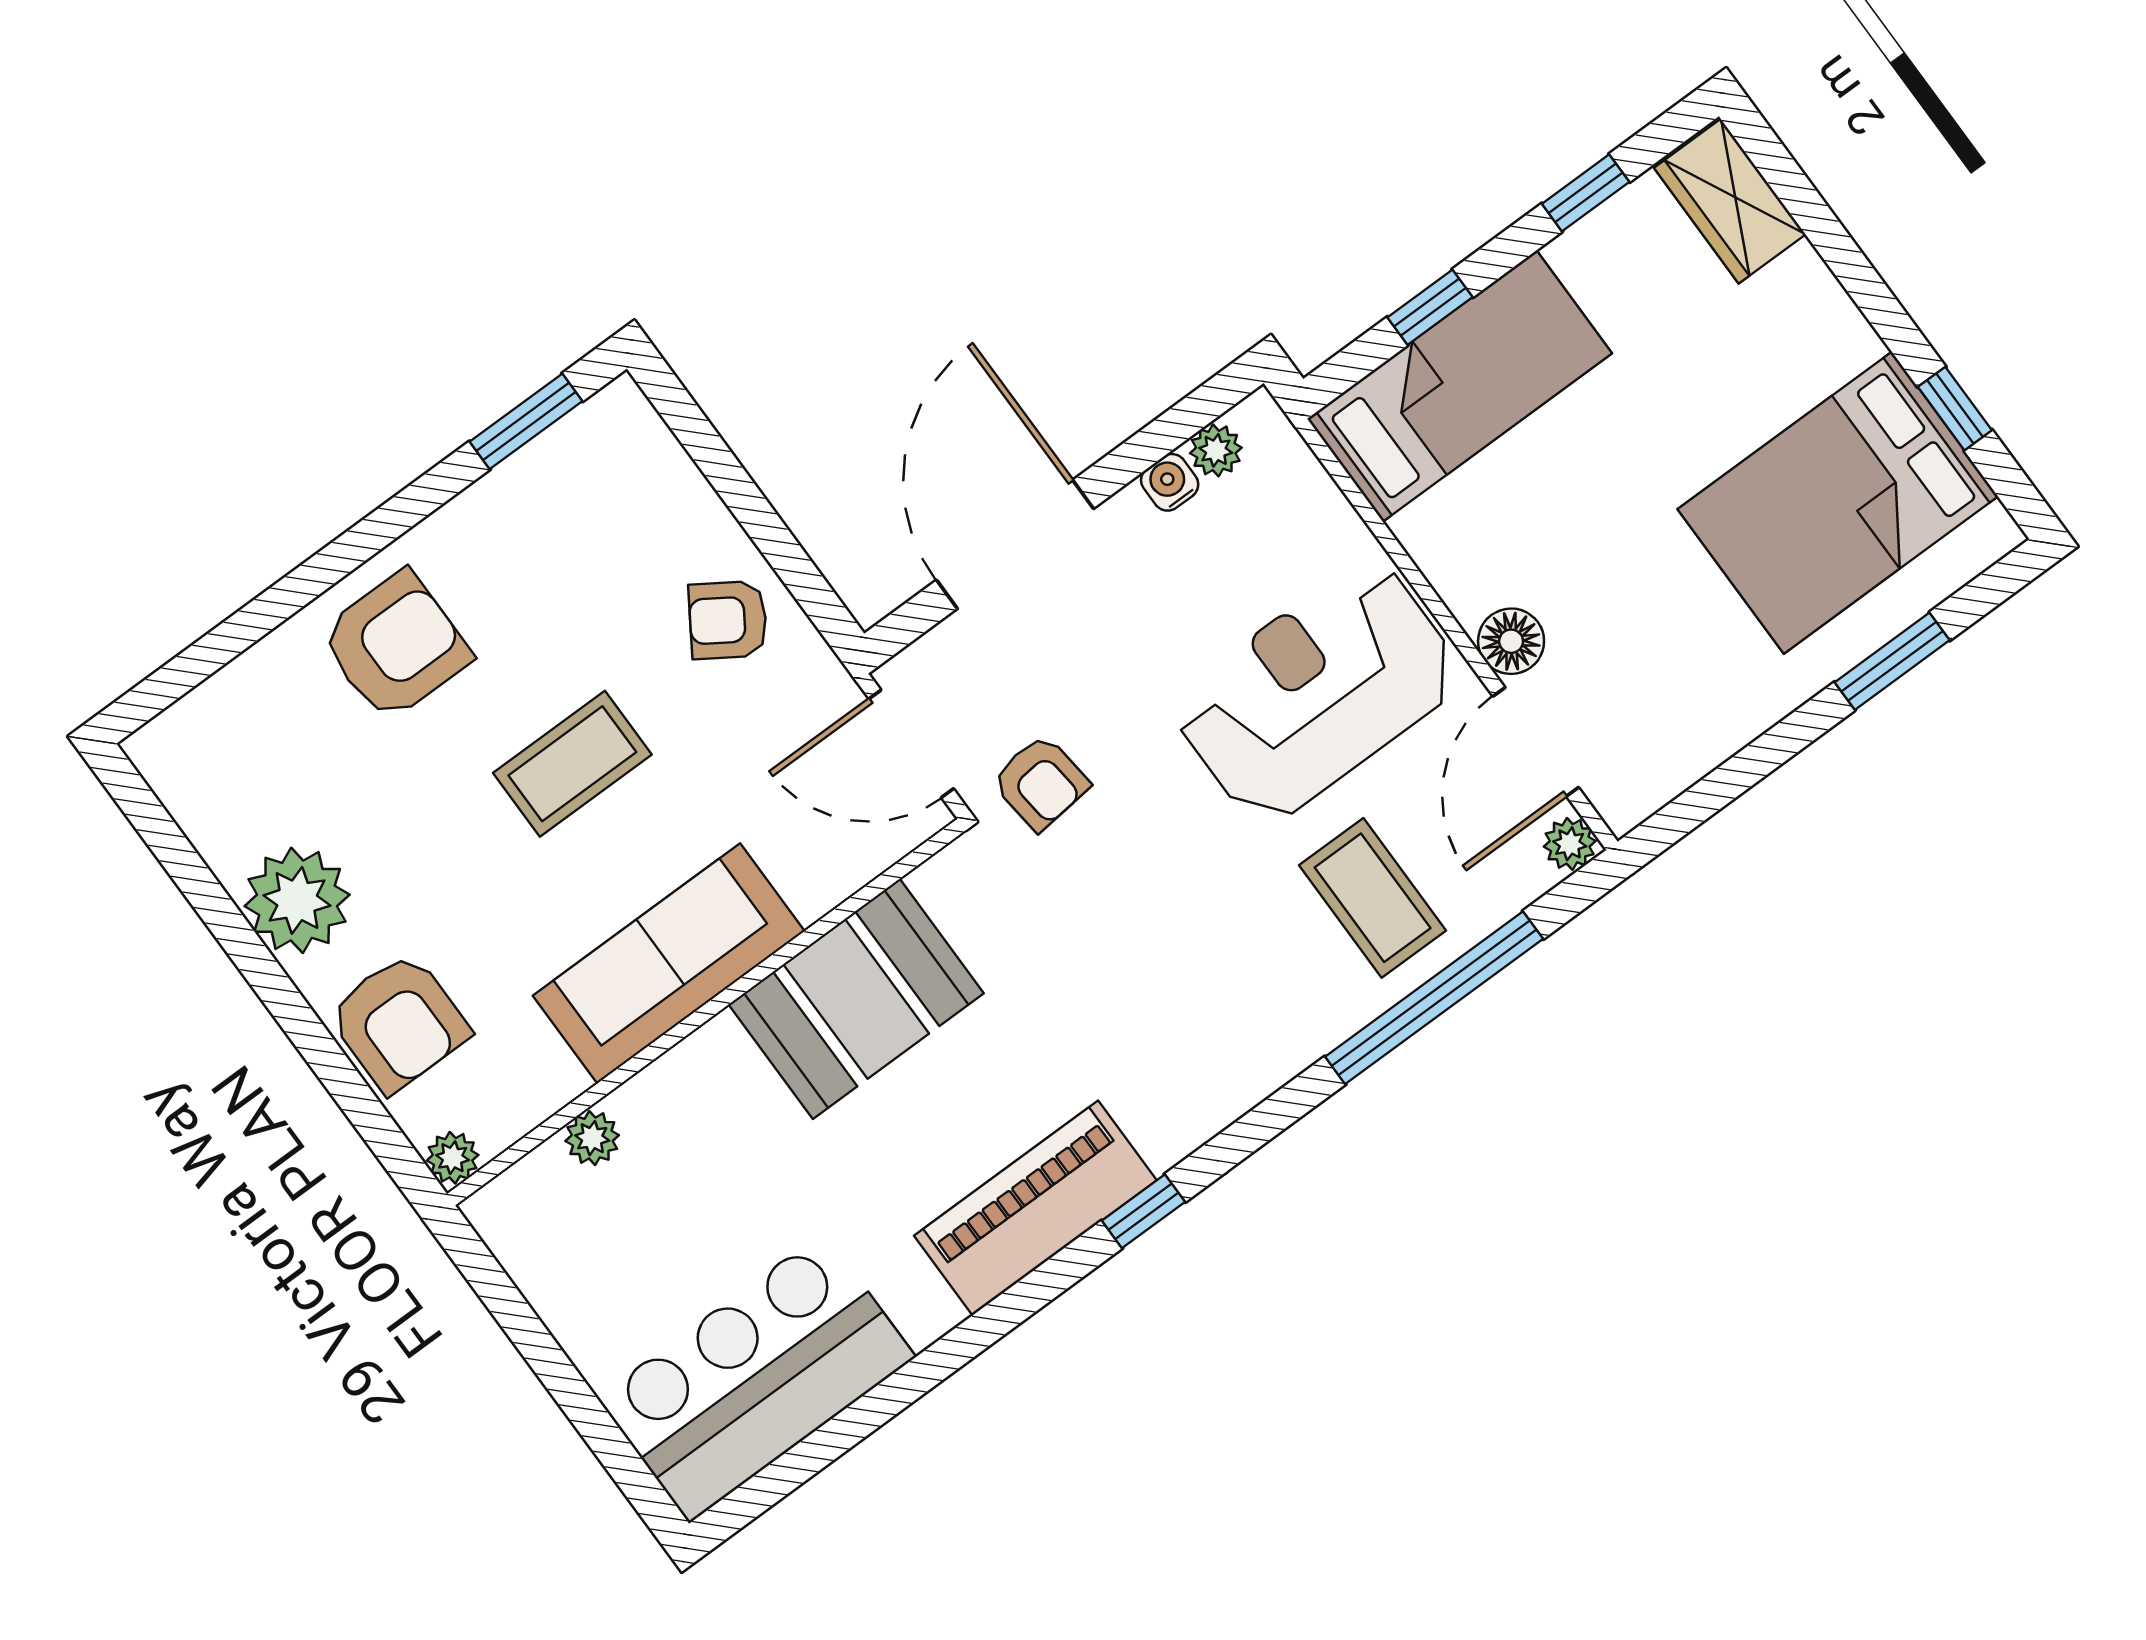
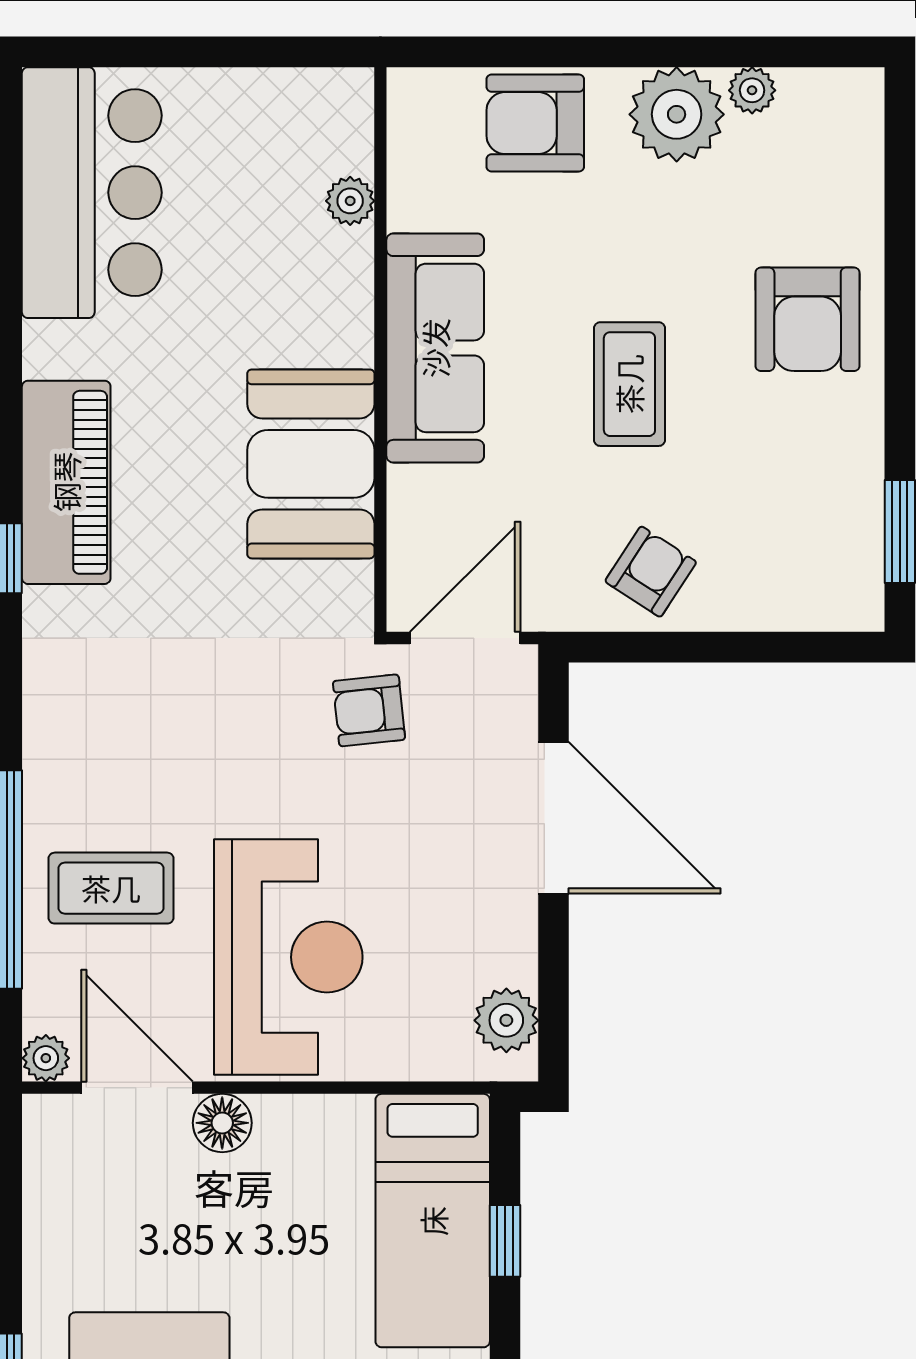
plant: (1216, 450) -> (506, 1020), width x1.38, depth x1.38
water cooler: (1170, 482) -> (517, 962), removed
plant: (453, 1158) -> (752, 90), moved

